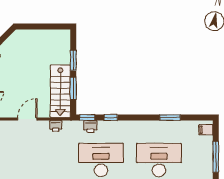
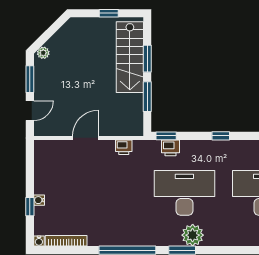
window: (45, 26) -> (109, 13), added
stairs: (60, 91) -> (130, 57), moved
window: (111, 118) -> (221, 136), moved

